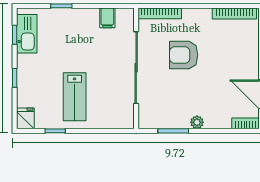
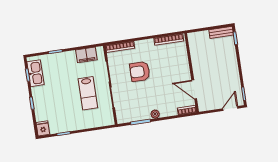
filing cabinet: (107, 18) -> (86, 55), width x2.00
lab bench: (75, 97) -> (88, 93), moved

